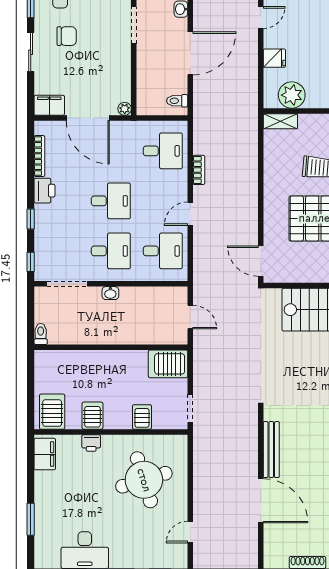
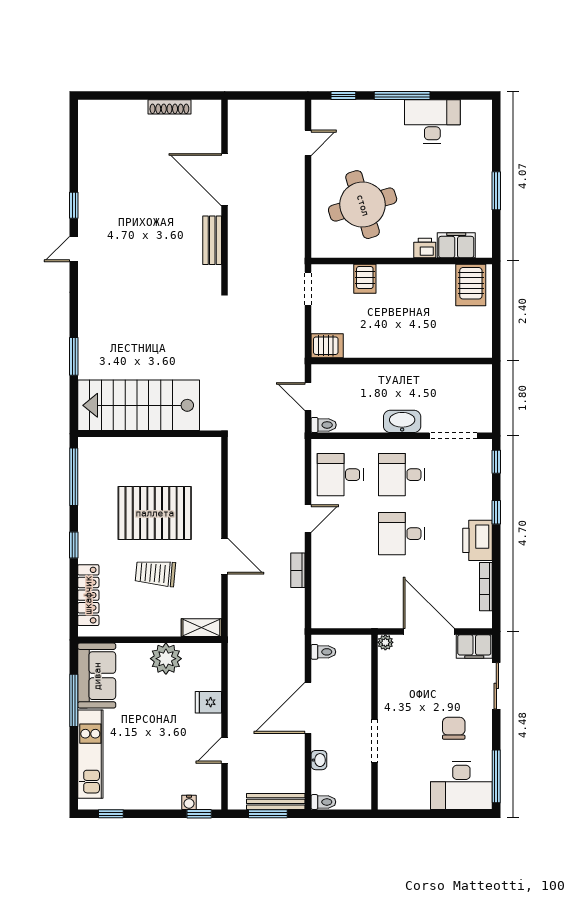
chair: (67, 36) -> (454, 728), turned 90
sliding door: (31, 52) -> (496, 686), moved
plant: (292, 95) -> (166, 659), moved
desk: (163, 151) -> (340, 593), removed
printer: (44, 191) -> (478, 540), width x1.37, depth x1.19
door: (261, 261) -> (225, 556), moved
washbasin: (110, 293) -> (402, 421), width x1.91, depth x1.45
toilet: (41, 334) -> (324, 425), moved, turned -90
server rack: (168, 364) -> (327, 346), width x0.73, depth x0.70
server rack: (92, 416) -> (423, 280), removed
bench: (271, 450) -> (212, 240), width x0.73
filing cabinet: (45, 454) -> (456, 245), moved, turned 90
window: (31, 519) -> (496, 191), moved

